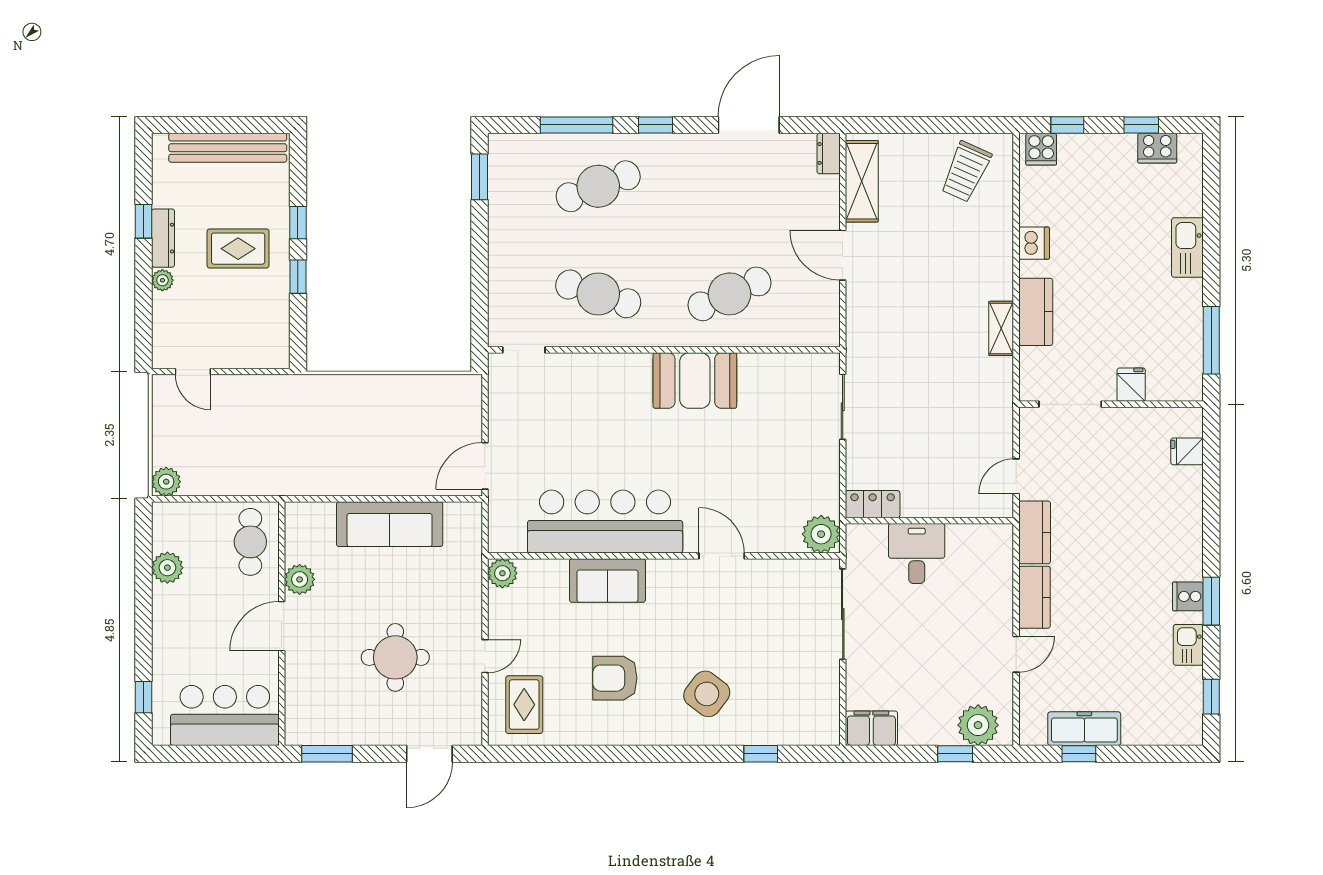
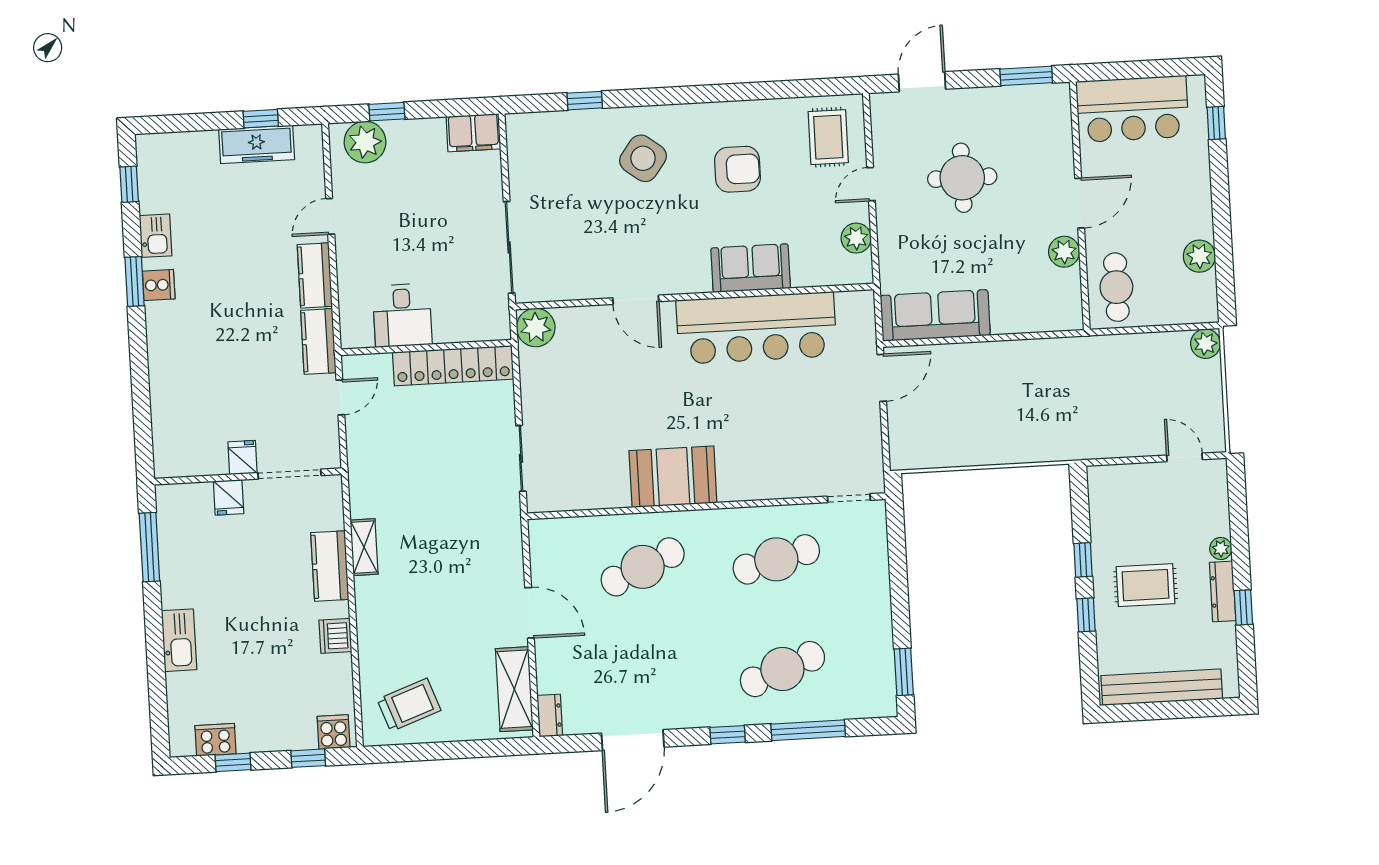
trolley: (966, 172) -> (409, 705), turned 46
cafe table: (598, 294) -> (776, 559), turned -33
fridge: (1187, 451) -> (243, 458), moved, turned -90
locker: (873, 504) -> (453, 366), width x2.16, depth x1.21
sofa: (390, 524) -> (935, 315), moved
desk: (917, 553) -> (402, 315), moved
plant: (502, 573) -> (856, 238), moved

